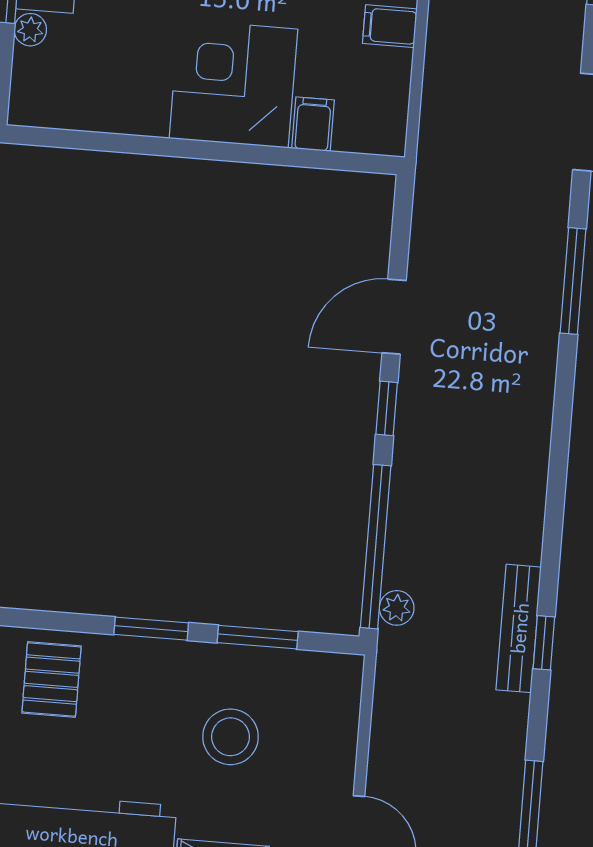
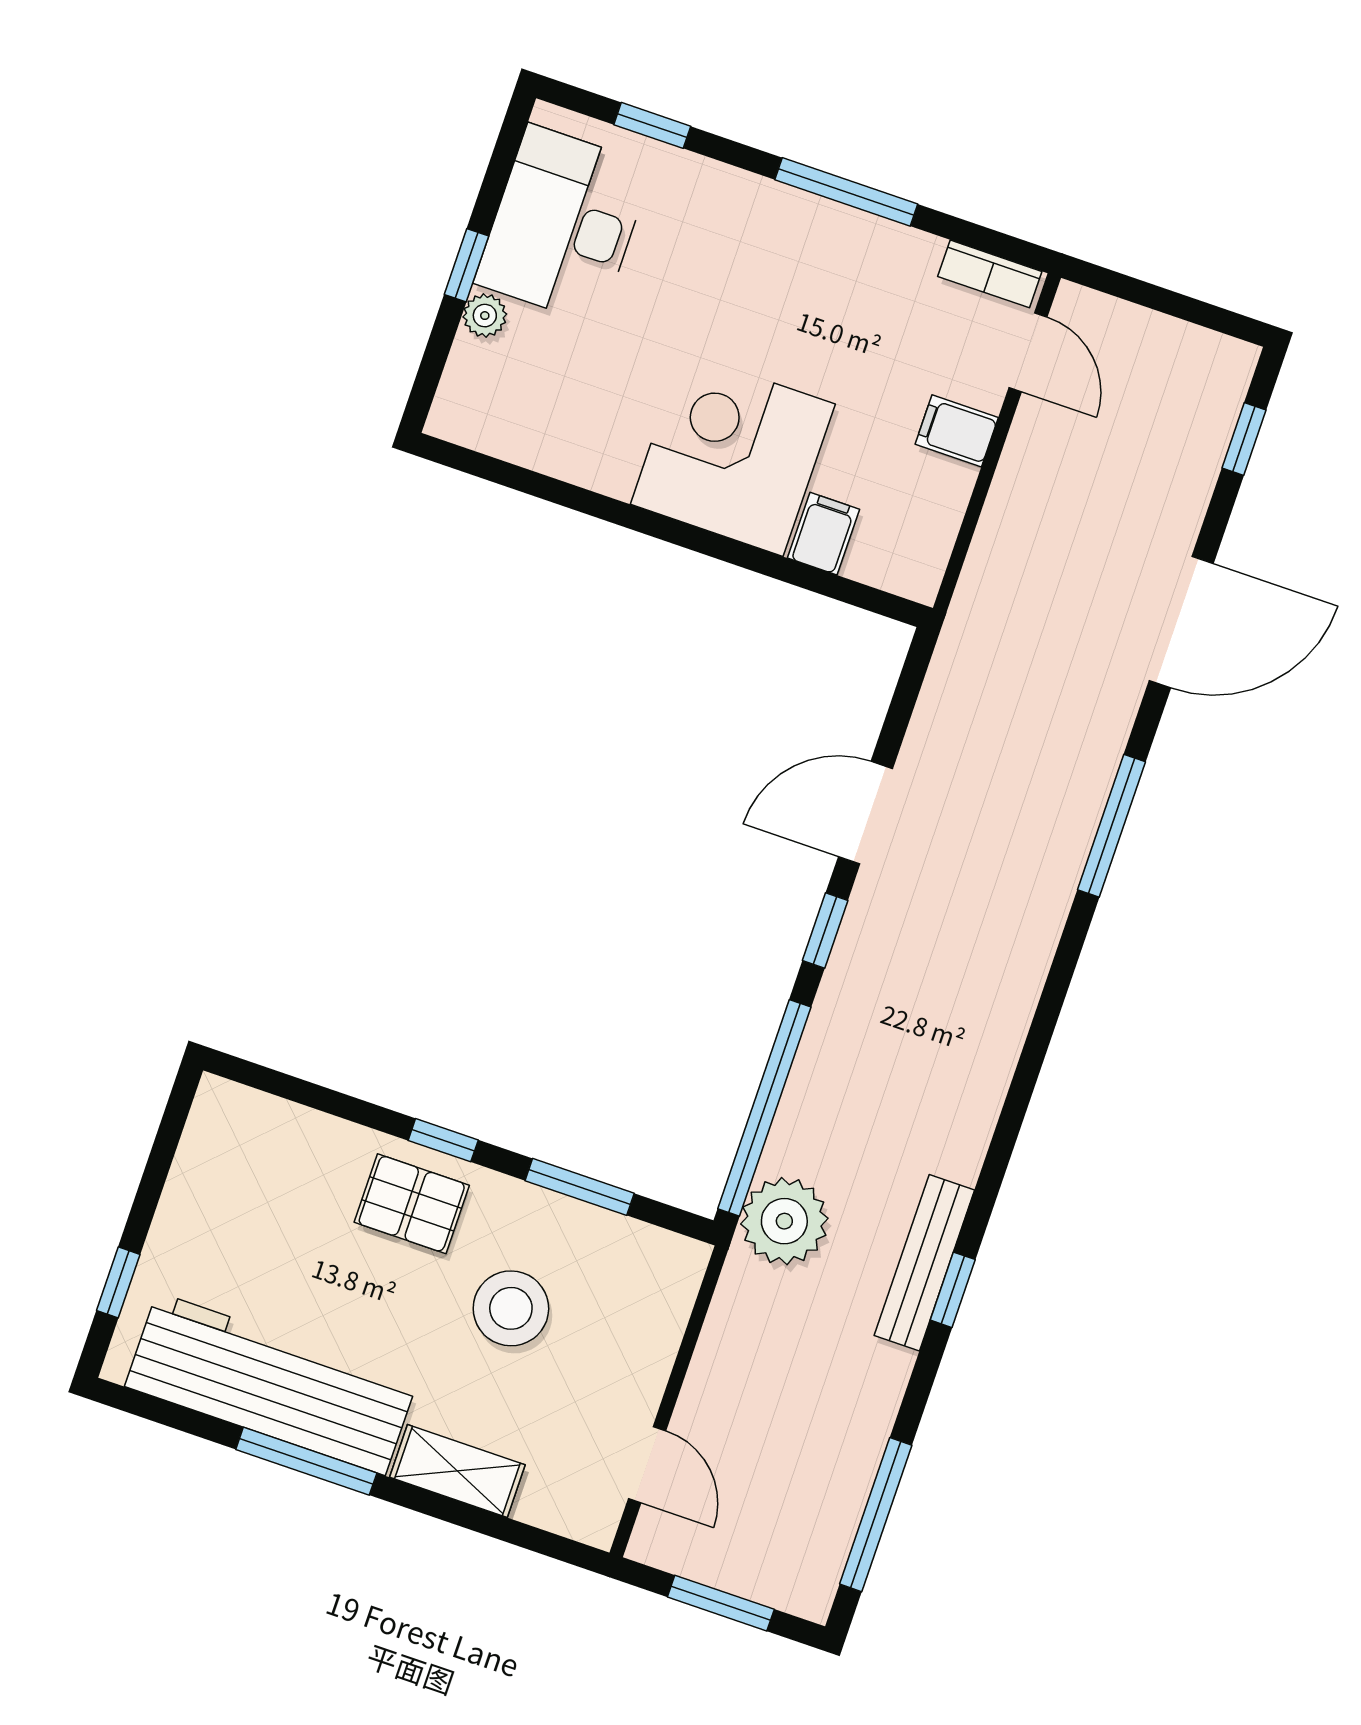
plant: (397, 608) -> (784, 1221), width x1.88, depth x1.88
window: (151, 629) -> (443, 1140), width x0.67
pallet: (52, 679) -> (412, 1204), moved, turned 90

